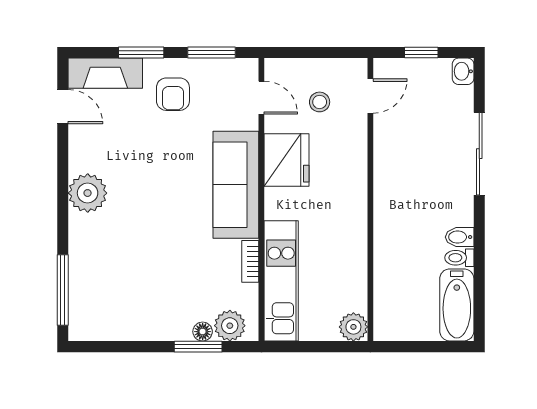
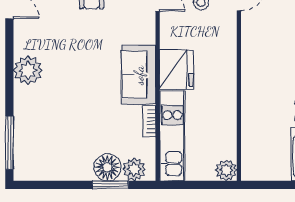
fridge: (287, 160) -> (176, 70), moved
sofa: (236, 185) -> (139, 75), width x0.73
floor lamp: (203, 332) -> (107, 167), width x1.89, depth x1.89

